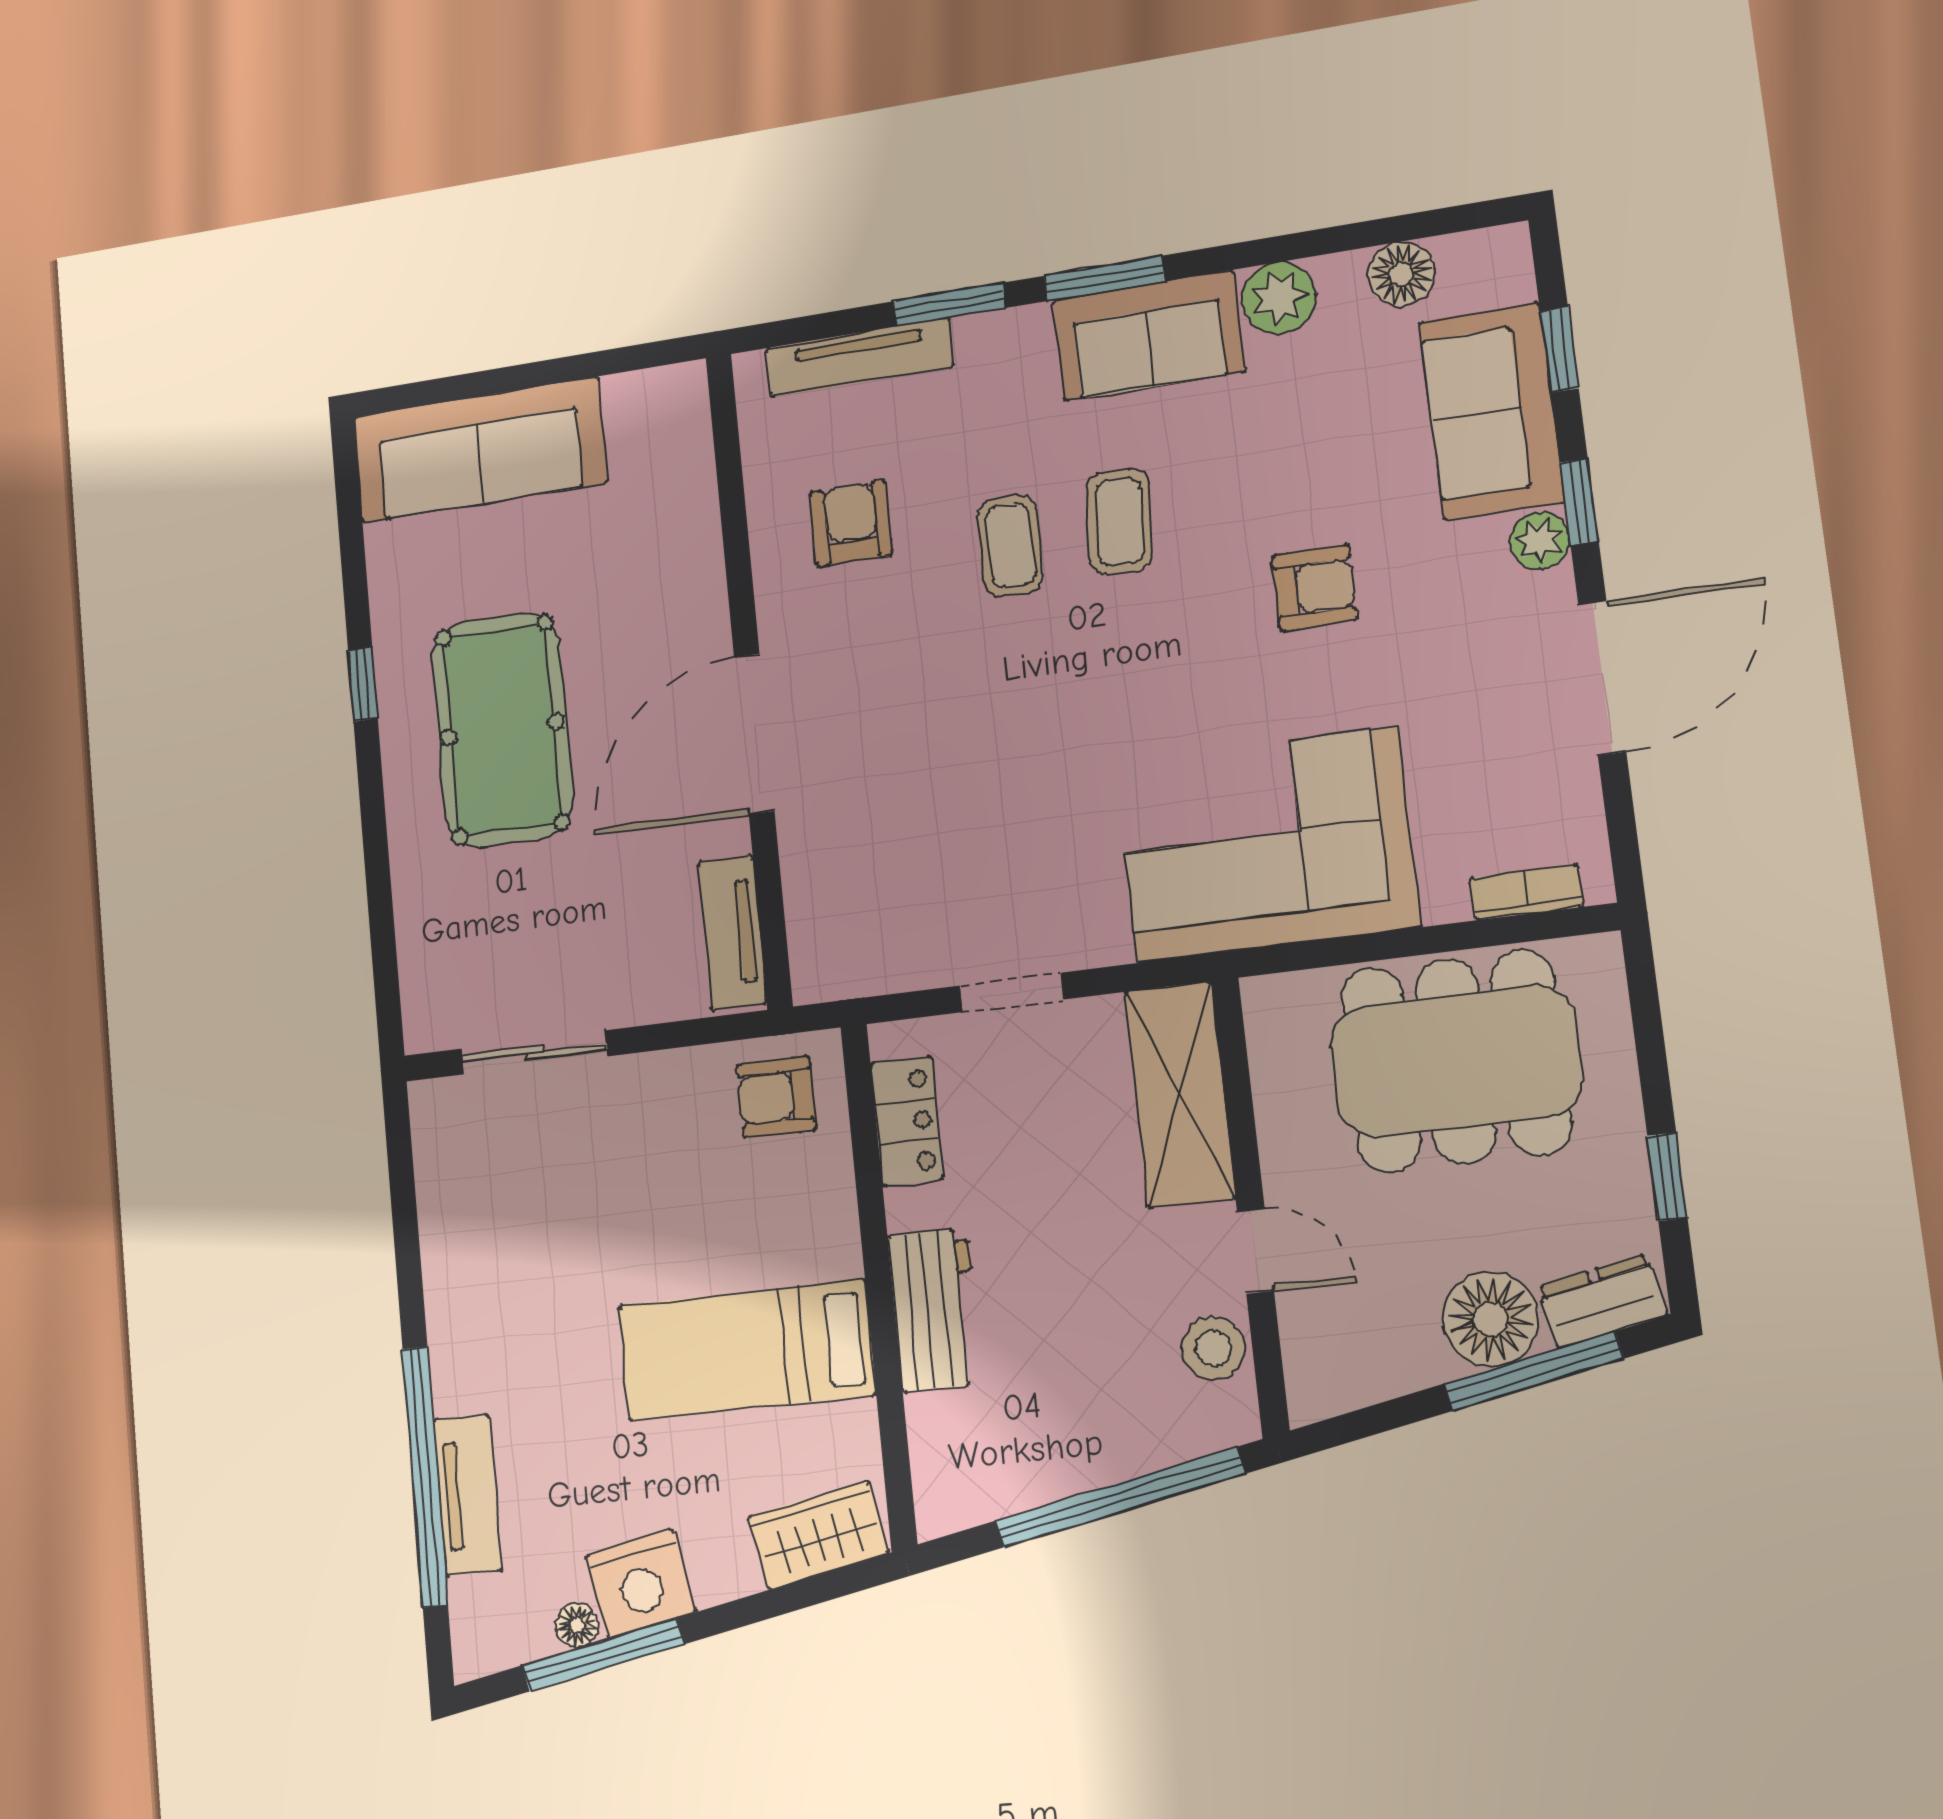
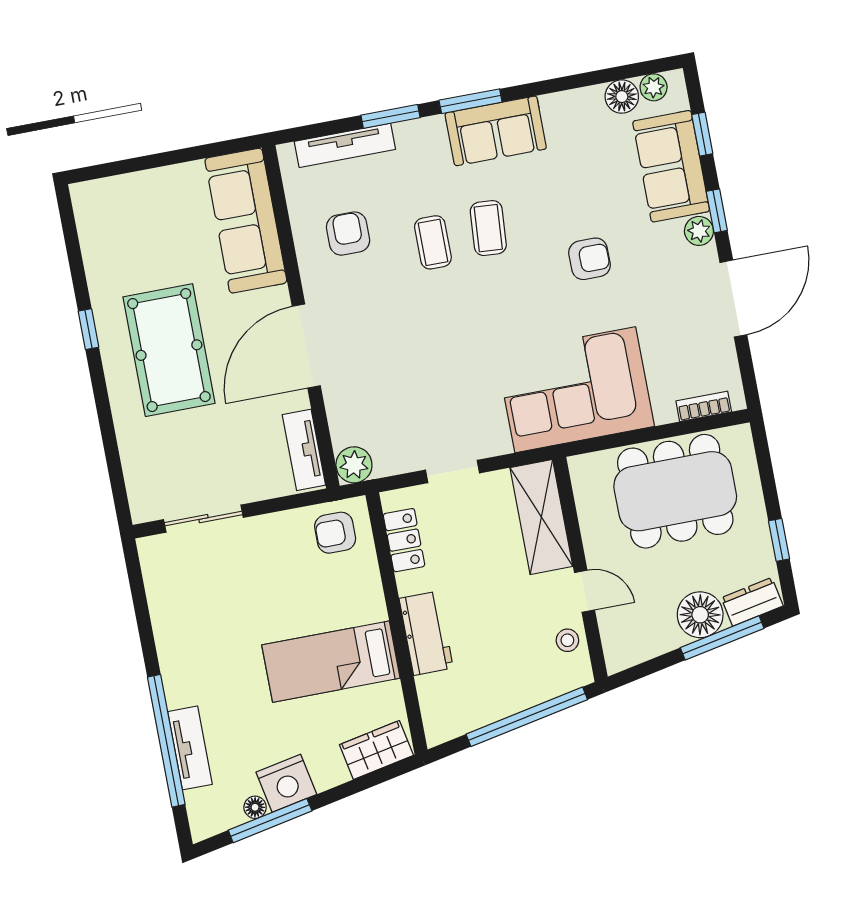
plant: (1279, 298) -> (654, 87), moved, width x0.73, depth x0.73
sofa: (479, 450) -> (246, 221), moved, turned 90
plant: (824, 967) -> (354, 465), added
stool: (1214, 1348) -> (567, 640), width x0.73, depth x0.73

